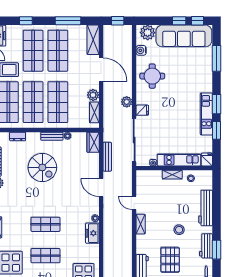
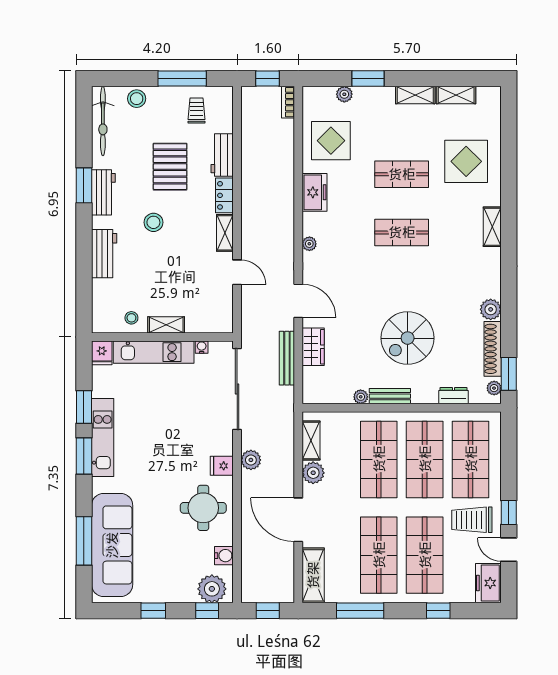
window: (198, 21) -> (207, 611), moved
sofa: (184, 36) -> (112, 545), moved, turned 90
fridge: (142, 110) -> (222, 466), moved
wardrobe: (93, 142) -> (313, 347), moved
spiral stairs: (42, 167) -> (408, 338), turned -90
workbench: (206, 208) -> (104, 254), width x0.73
freezer: (92, 233) -> (315, 192), moved
locker: (141, 244) -> (224, 195), added

